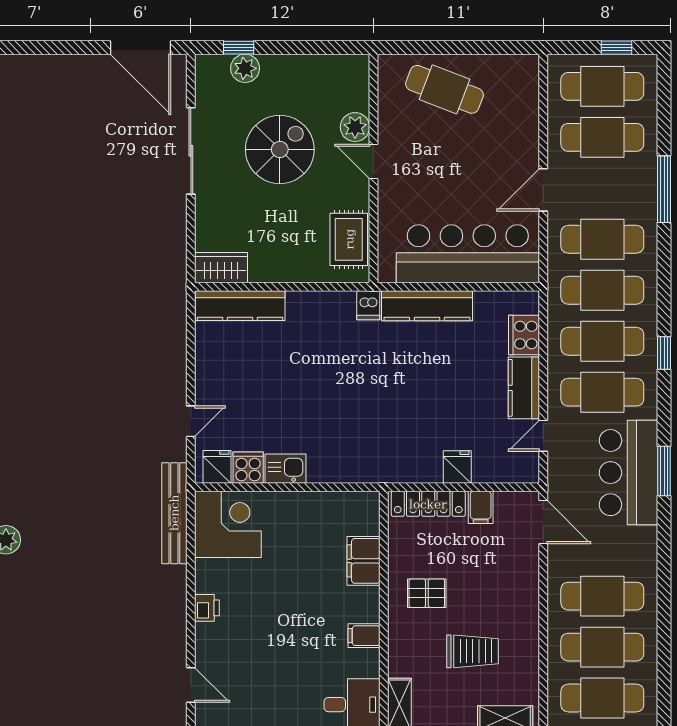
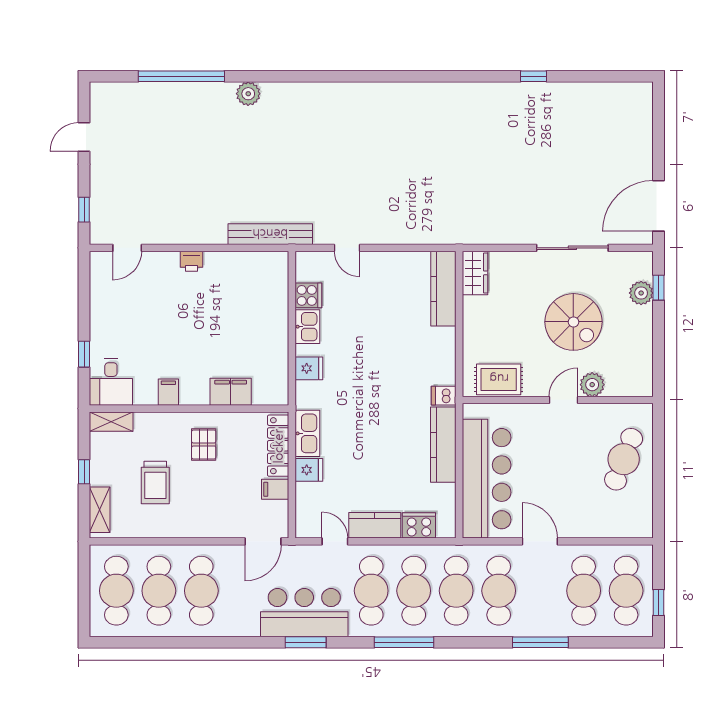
window: (664, 353) -> (404, 642), width x2.17
fridge: (217, 467) -> (309, 368), moved
kitchen sink: (414, 469) -> (307, 433), added
corner desk: (228, 524) -> (261, 279), removed

